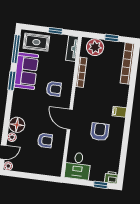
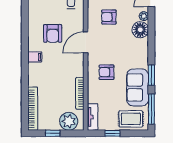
door: (70, 119) -> (86, 42), swing flipped

